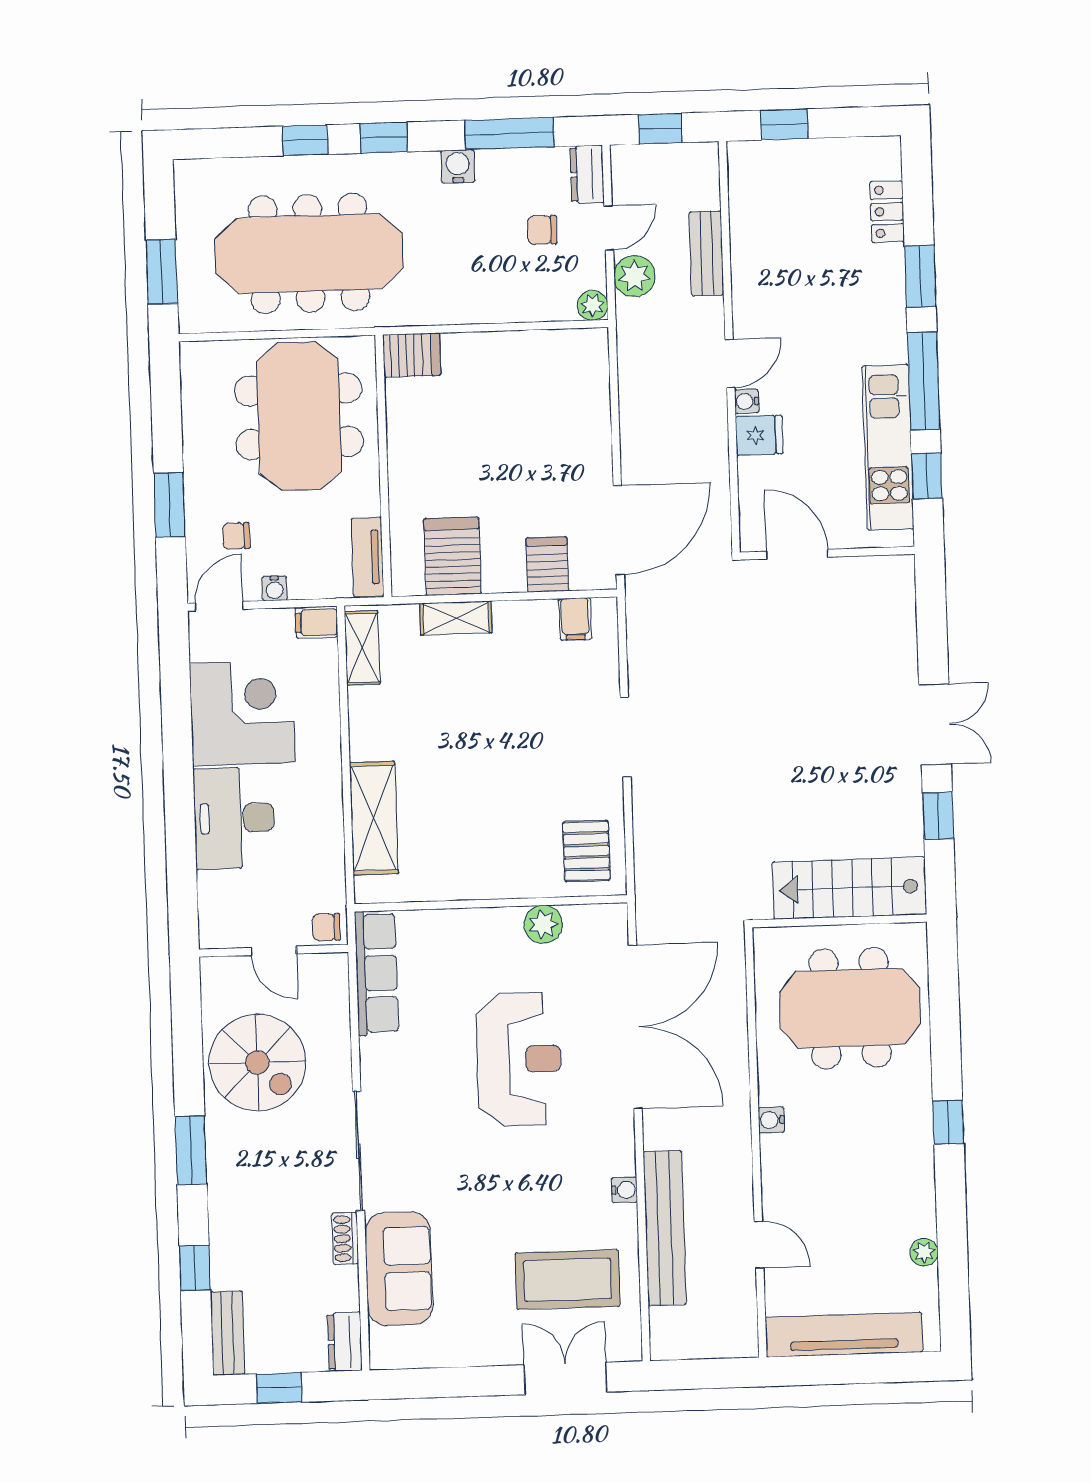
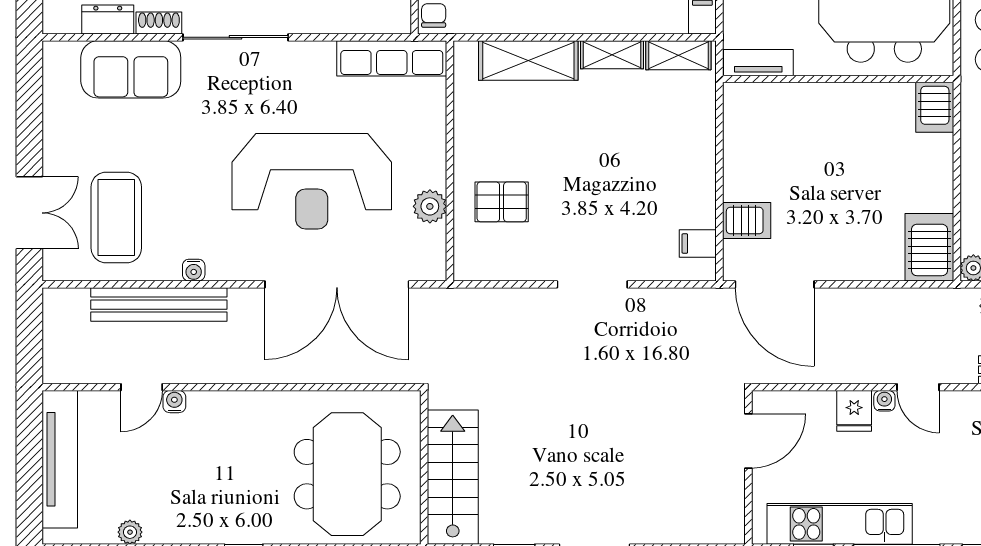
server rack: (453, 556) -> (929, 247), moved, turned -90
shelving: (456, 618) -> (612, 55), moved, turned 90
pallet: (587, 851) -> (502, 202), moved
reception desk: (519, 1059) -> (312, 181), width x1.36, depth x1.30
water cooler: (771, 1120) -> (174, 402), moved
dresser: (345, 1342) -> (108, 20), moved

